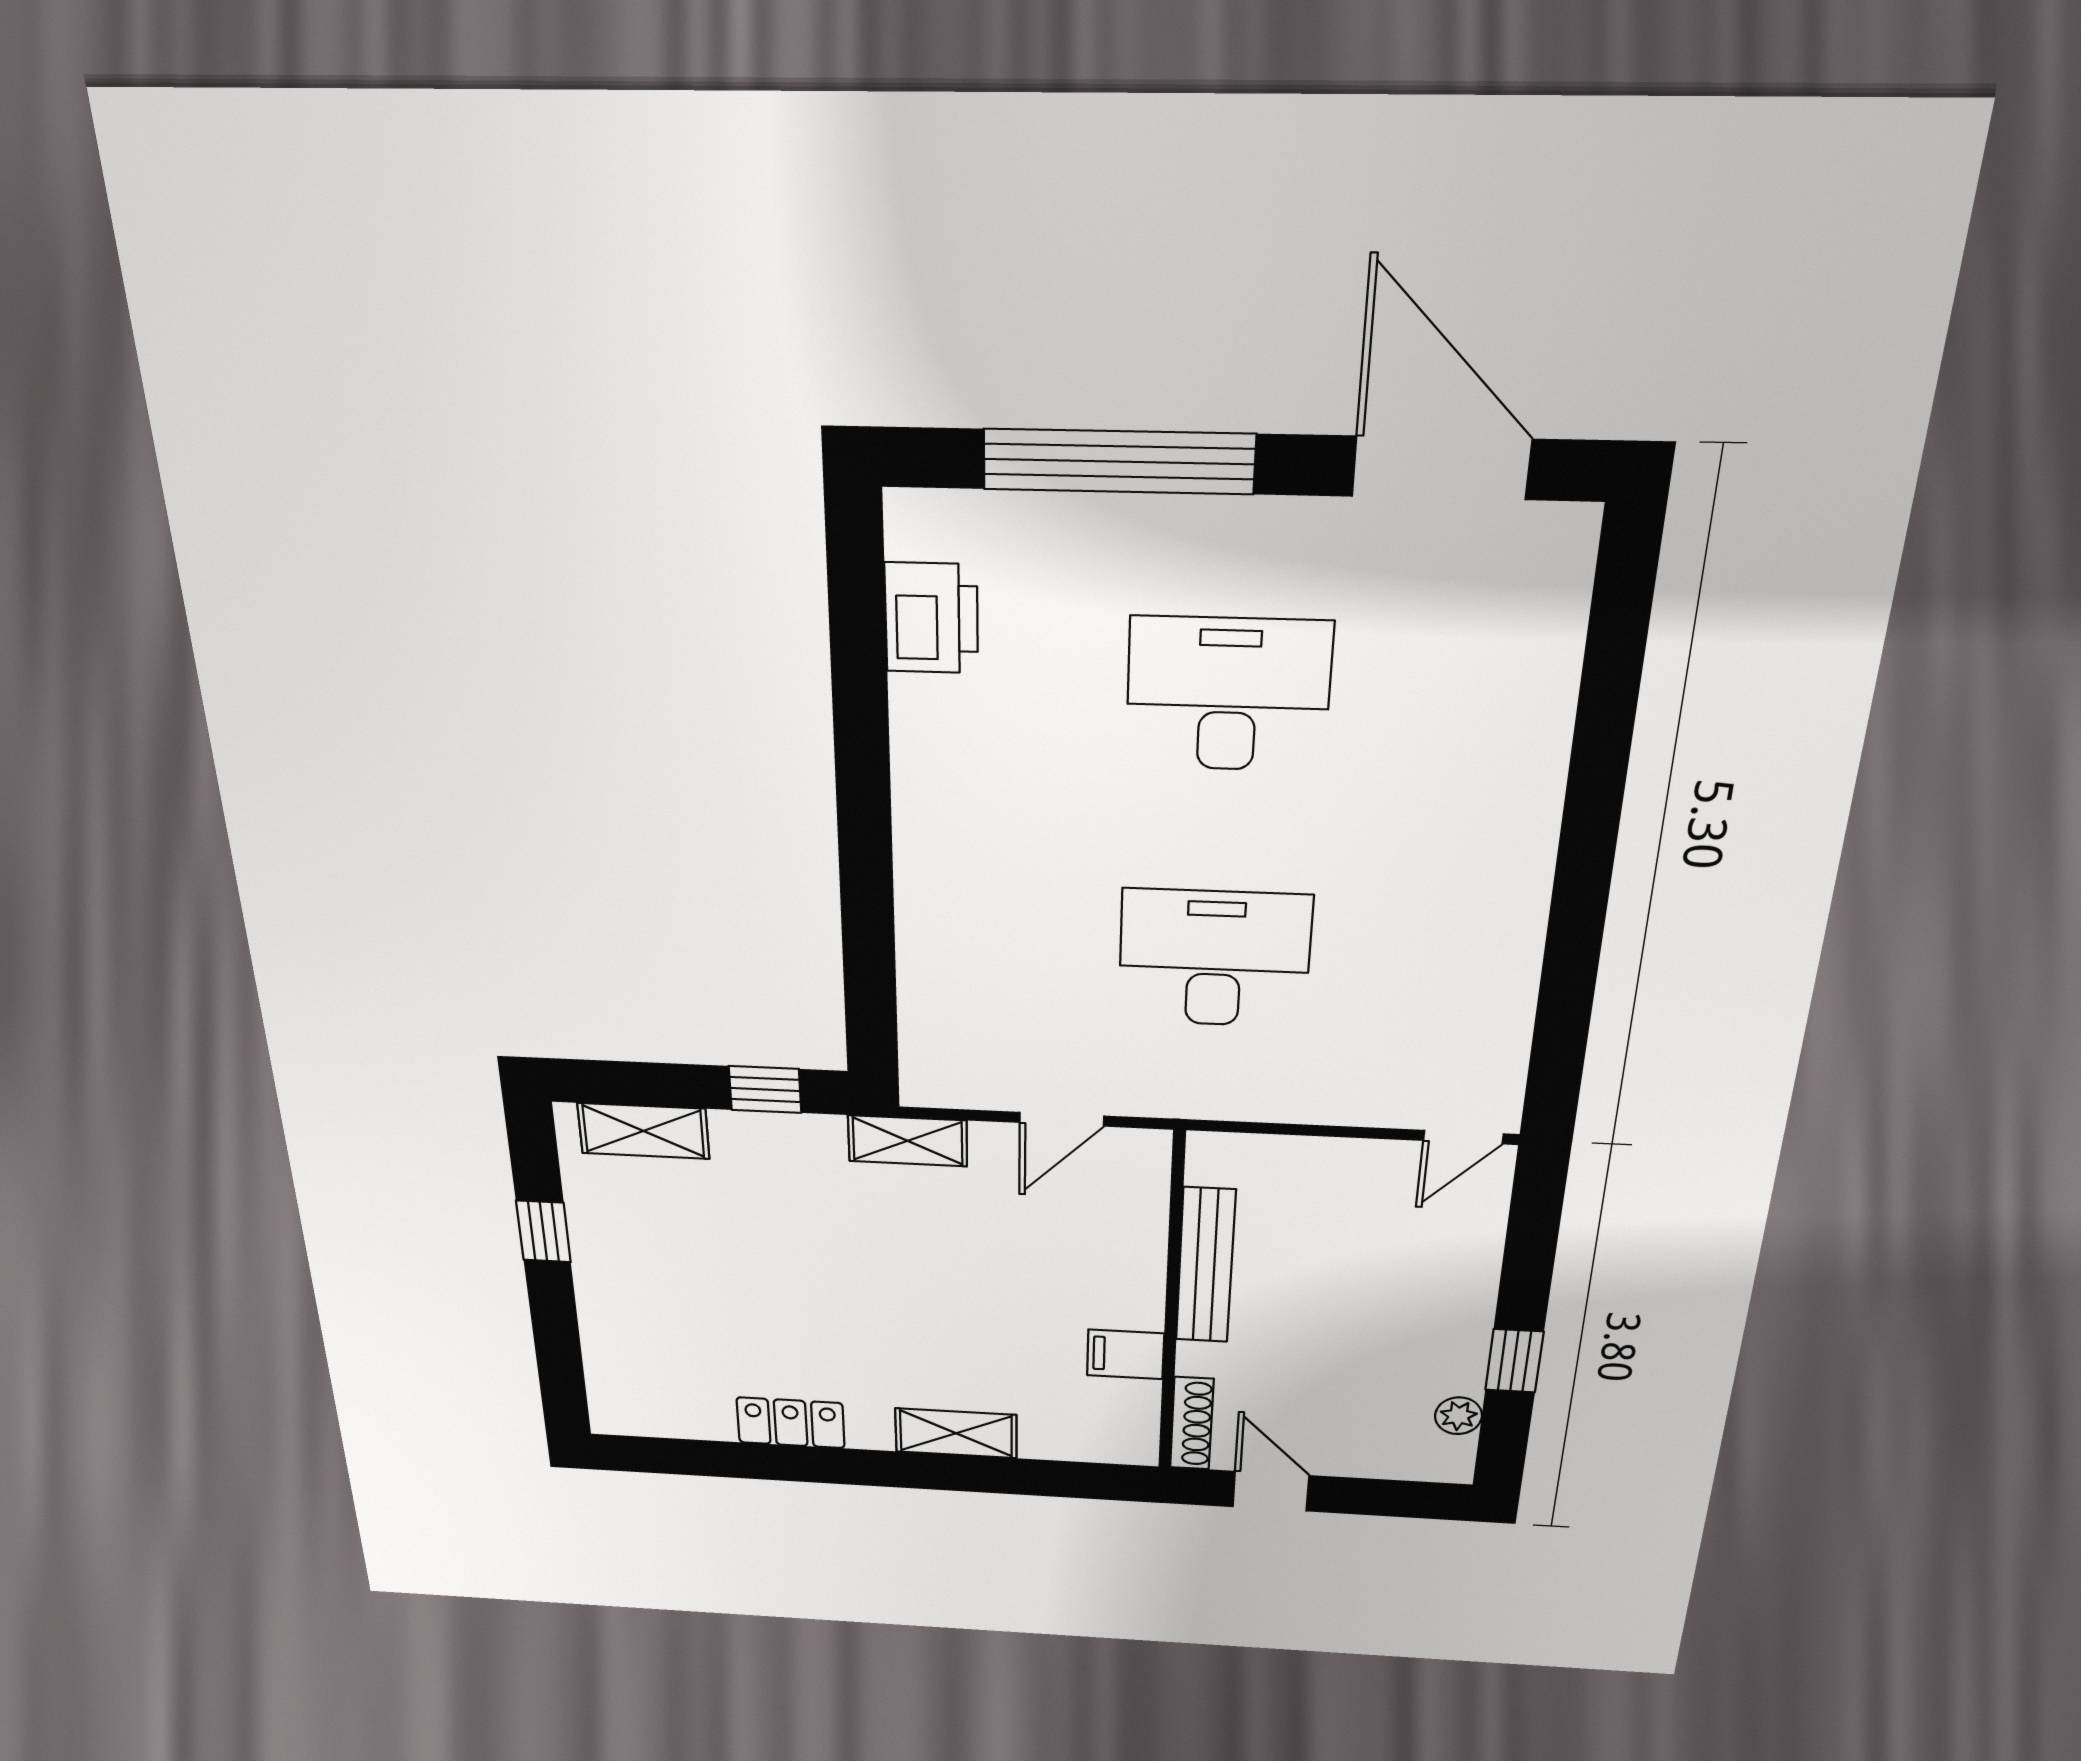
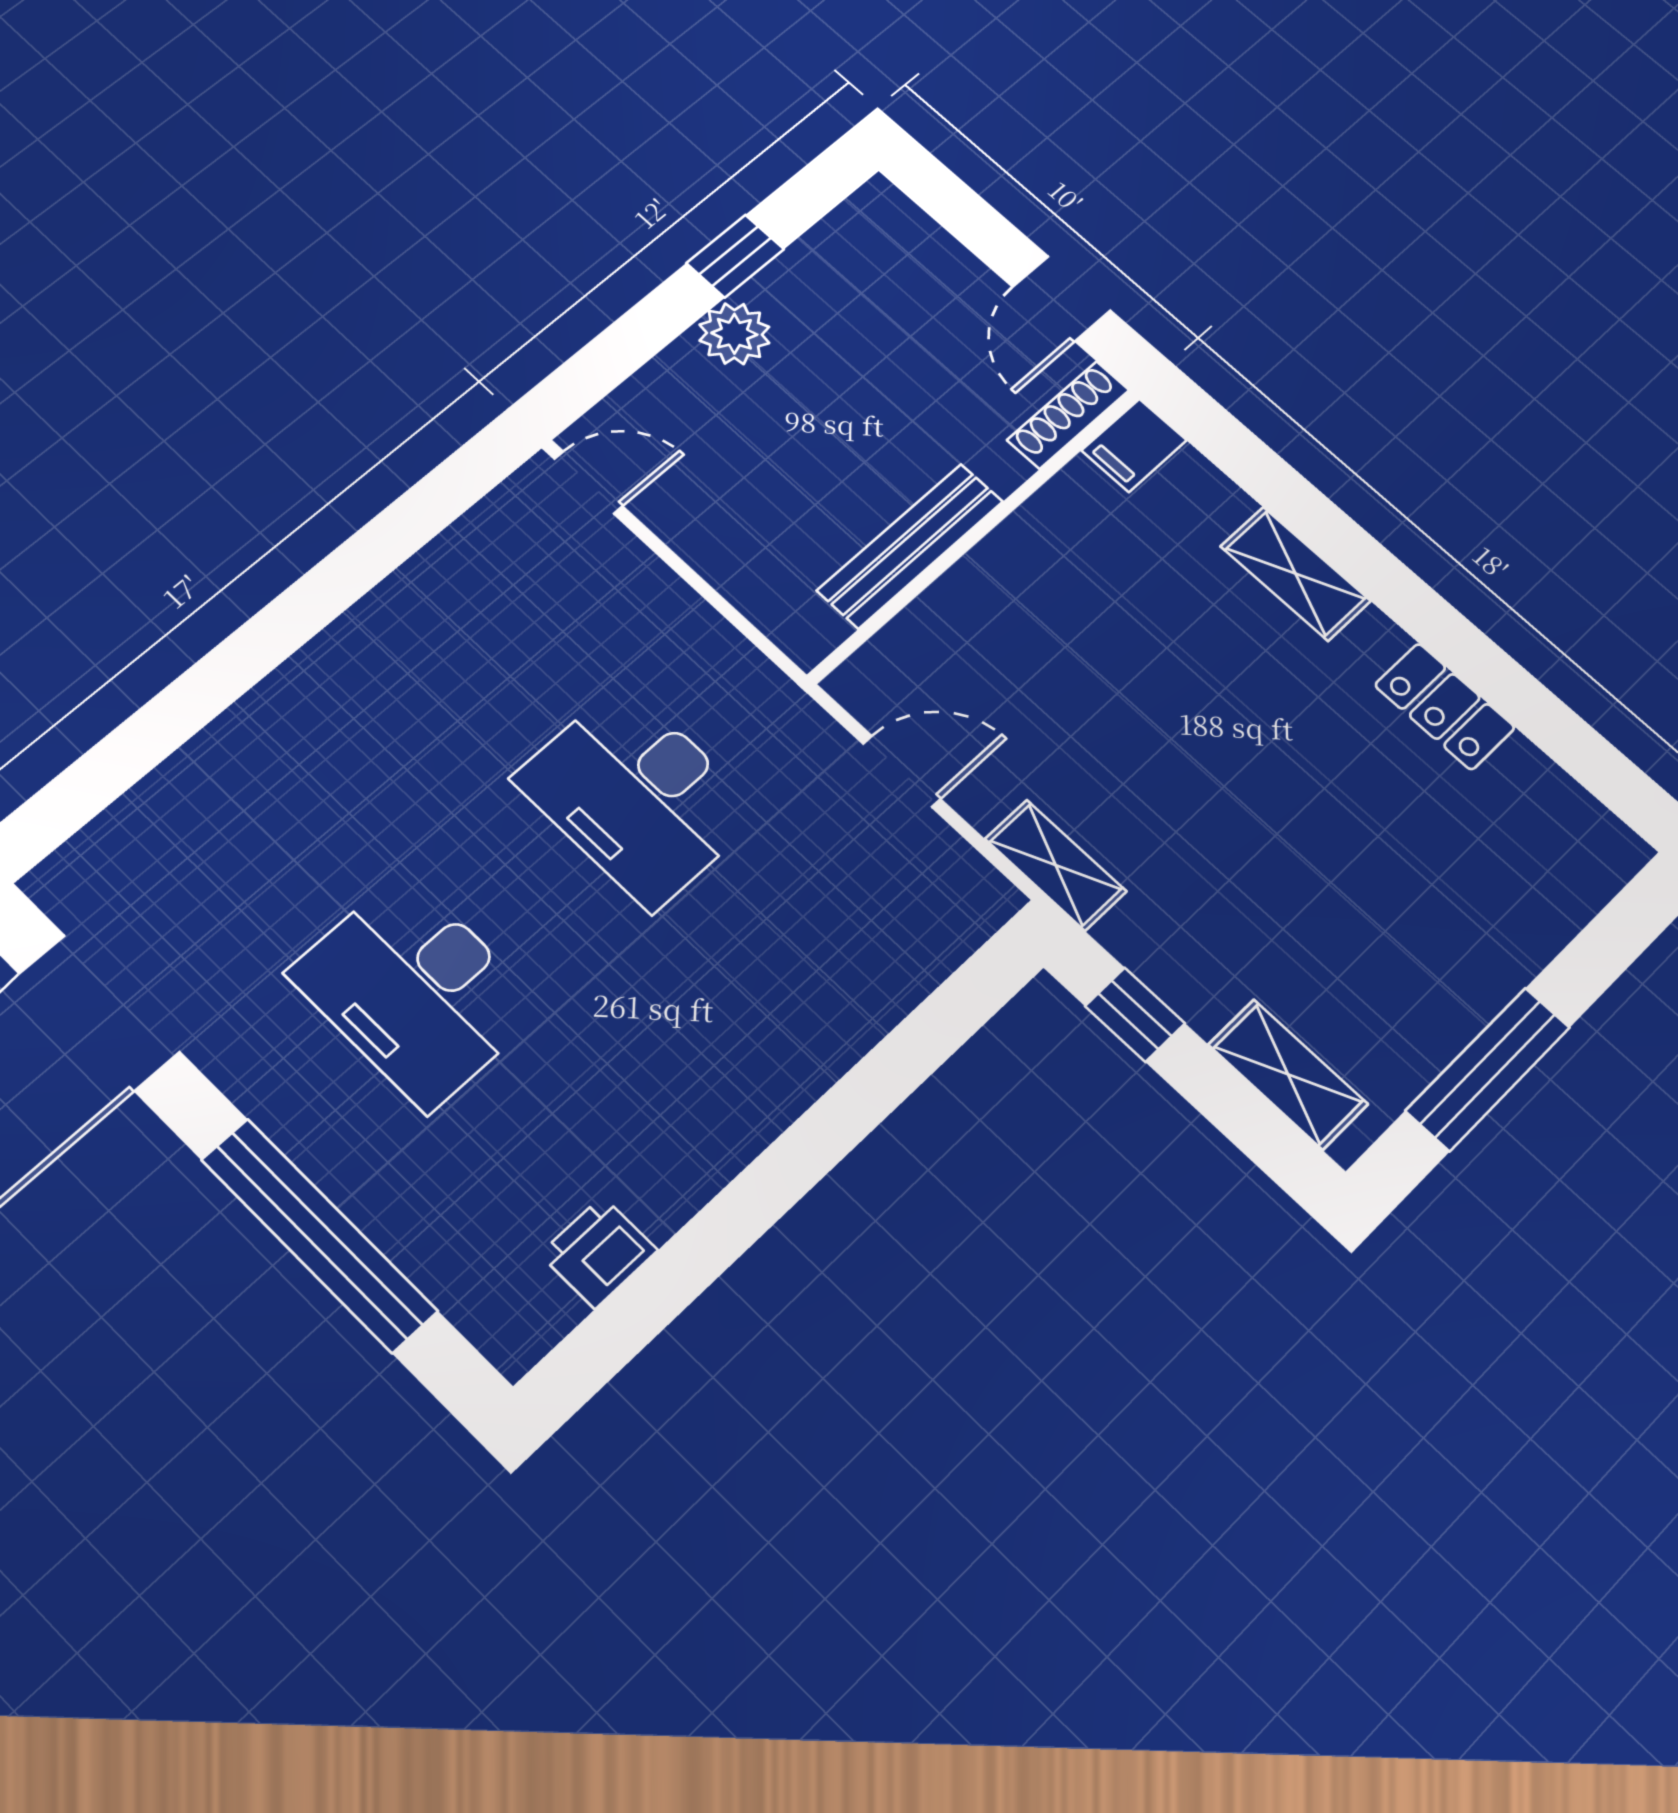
printer: (931, 618) -> (599, 1252), width x0.73, depth x0.81
window: (543, 1231) -> (1488, 1069), width x2.17
filing cabinet: (1125, 1354) -> (1134, 445), moved, turned 90
plant: (1458, 1416) -> (734, 334), moved, width x1.38, depth x1.38

